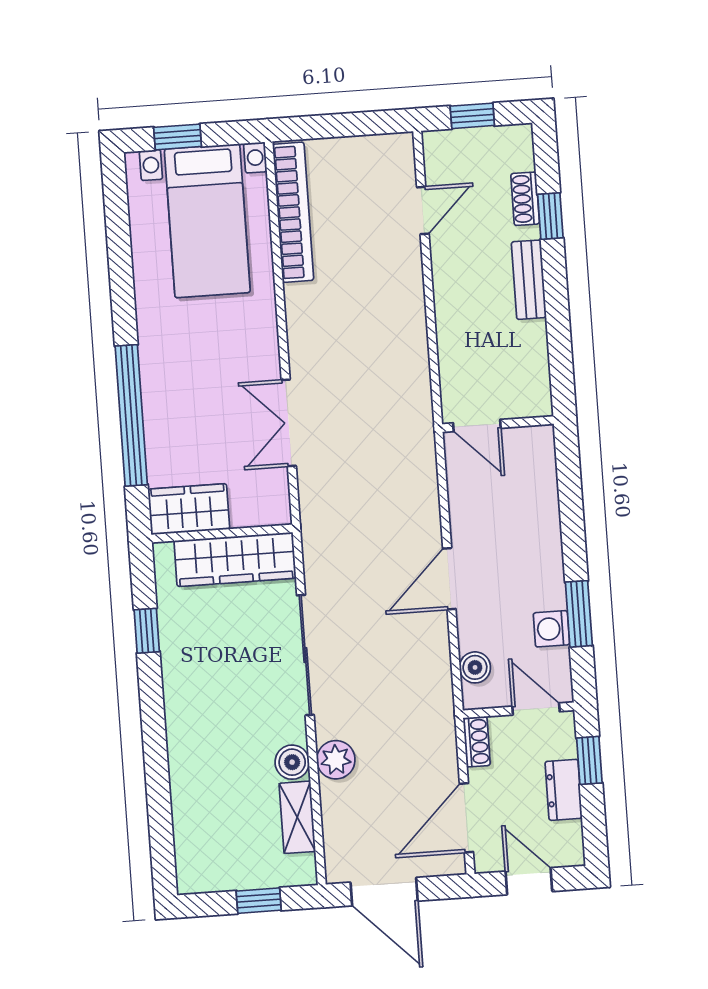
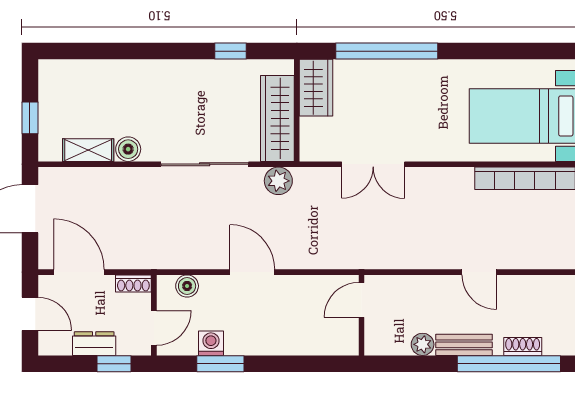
door: (423, 210) -> (479, 272), moved
window: (550, 216) -> (509, 364), width x3.17
plant: (532, 337) -> (423, 344), added
double door: (289, 423) -> (373, 164), swing flipped
plant: (336, 760) -> (278, 181), moved
door: (529, 881) -> (30, 314), hinge flipped

